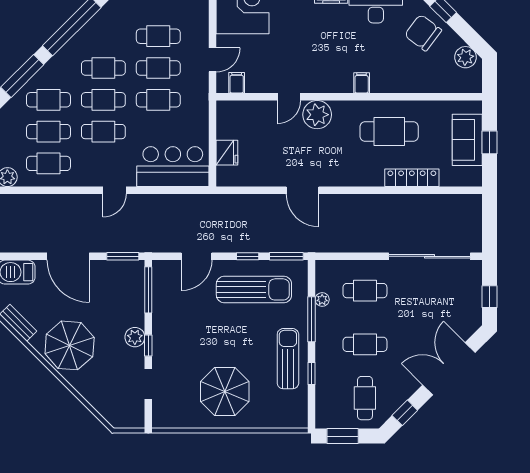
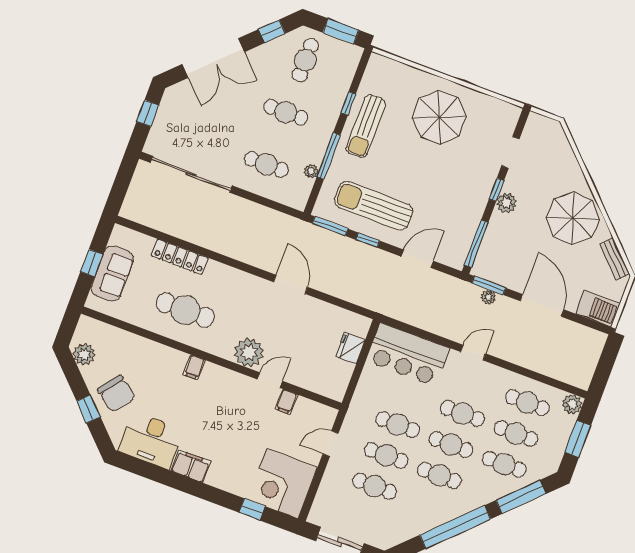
filing cabinet: (237, 83) -> (286, 402), moved
plant: (119, 246) -> (488, 297), added

